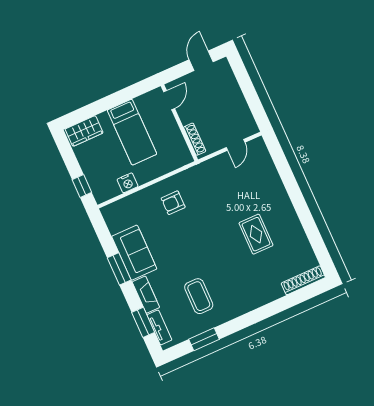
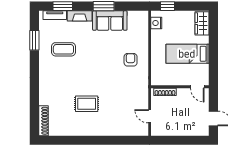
nightstand: (128, 183) -> (156, 23), moved

